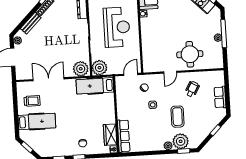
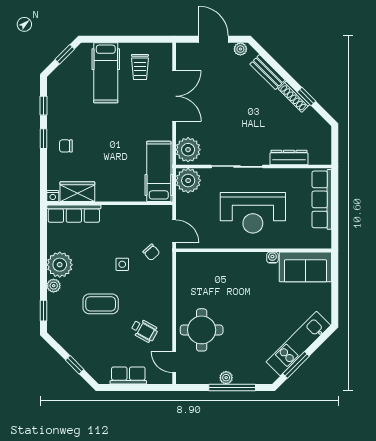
door: (170, 72) -> (174, 362), moved
plant: (181, 141) -> (60, 265), moved

